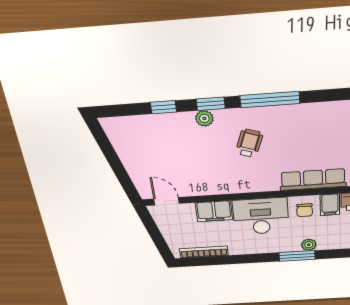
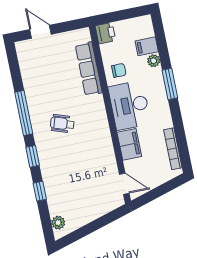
plant: (204, 118) -> (58, 223), moved
door: (167, 201) -> (124, 184), swing flipped
filing cabinet: (330, 205) -> (147, 46), moved, turned 180
window: (297, 256) -> (170, 84), moved

